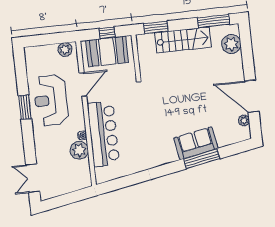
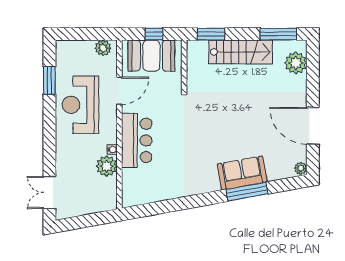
window: (25, 107) -> (49, 80), moved
plant: (244, 120) -> (301, 168), moved
bar counter: (103, 134) -> (137, 140), width x0.73

